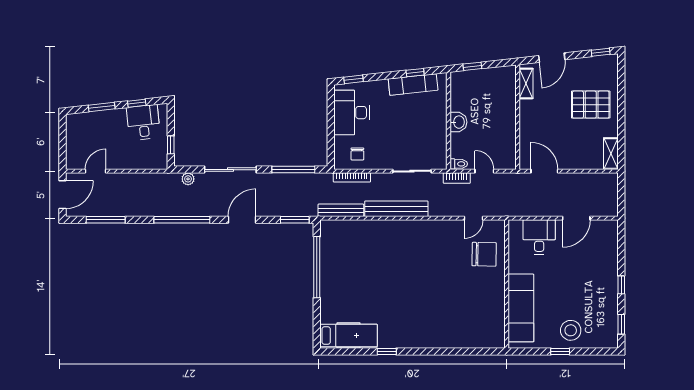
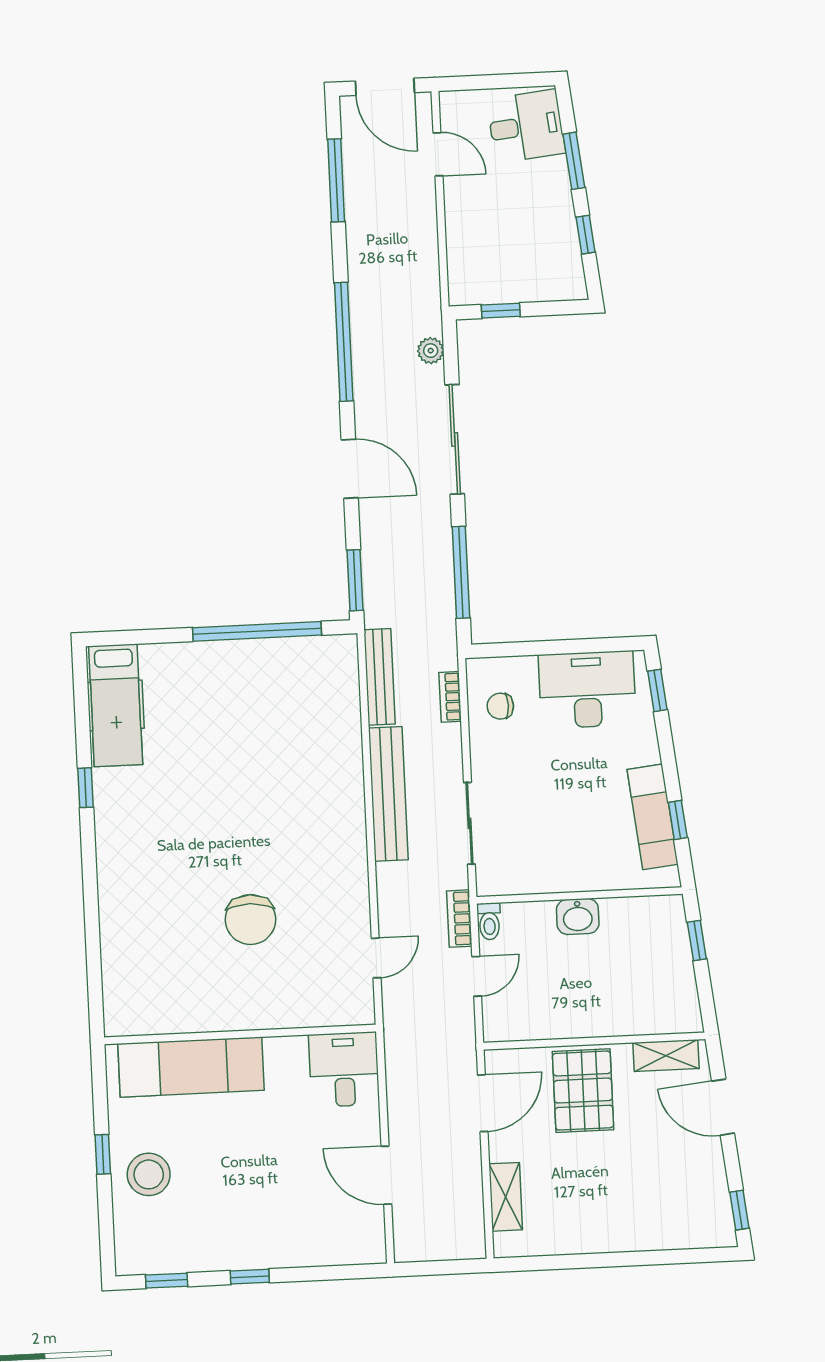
pallet: (591, 105) -> (583, 1091), moved
desk: (143, 122) -> (526, 126), moved
shelving: (611, 154) -> (506, 1197), moved, turned 90
bookcase: (352, 177) -> (450, 697), width x0.64
door: (473, 218) -> (376, 958), swing flipped
desk: (539, 237) -> (344, 1069), moved, turned -90
chair: (484, 254) -> (250, 920), moved

